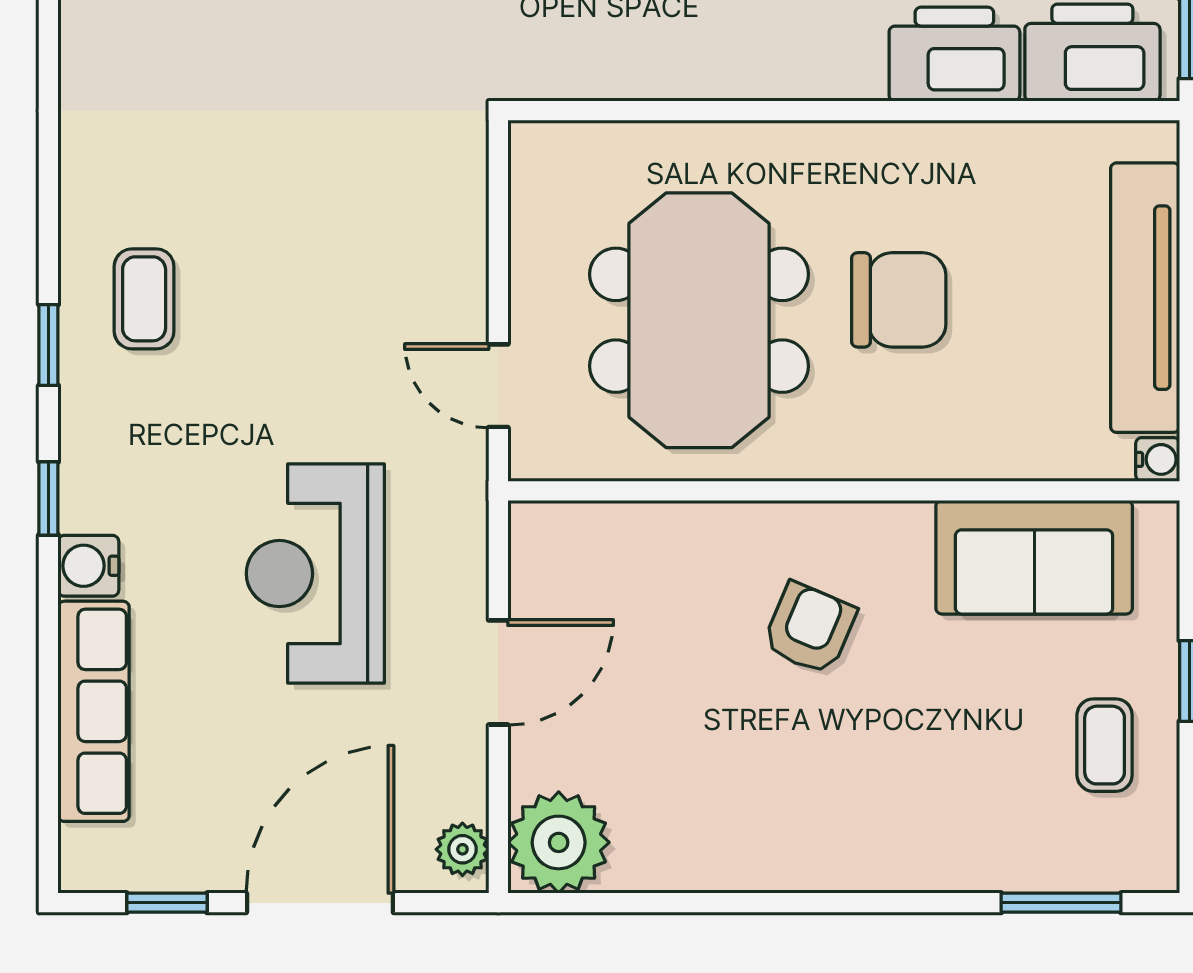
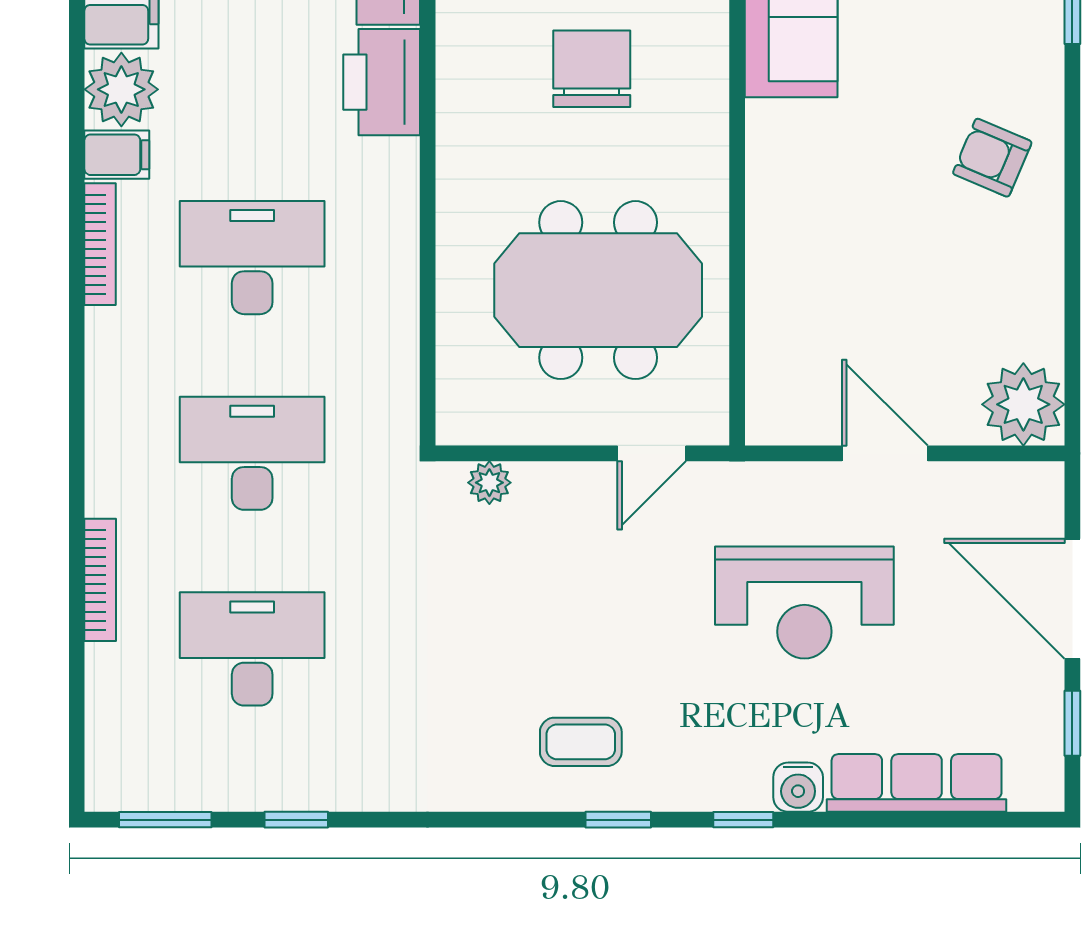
chair: (899, 300) -> (592, 69), moved
armchair: (809, 628) -> (992, 158), moved
plant: (462, 849) -> (489, 483), moved

